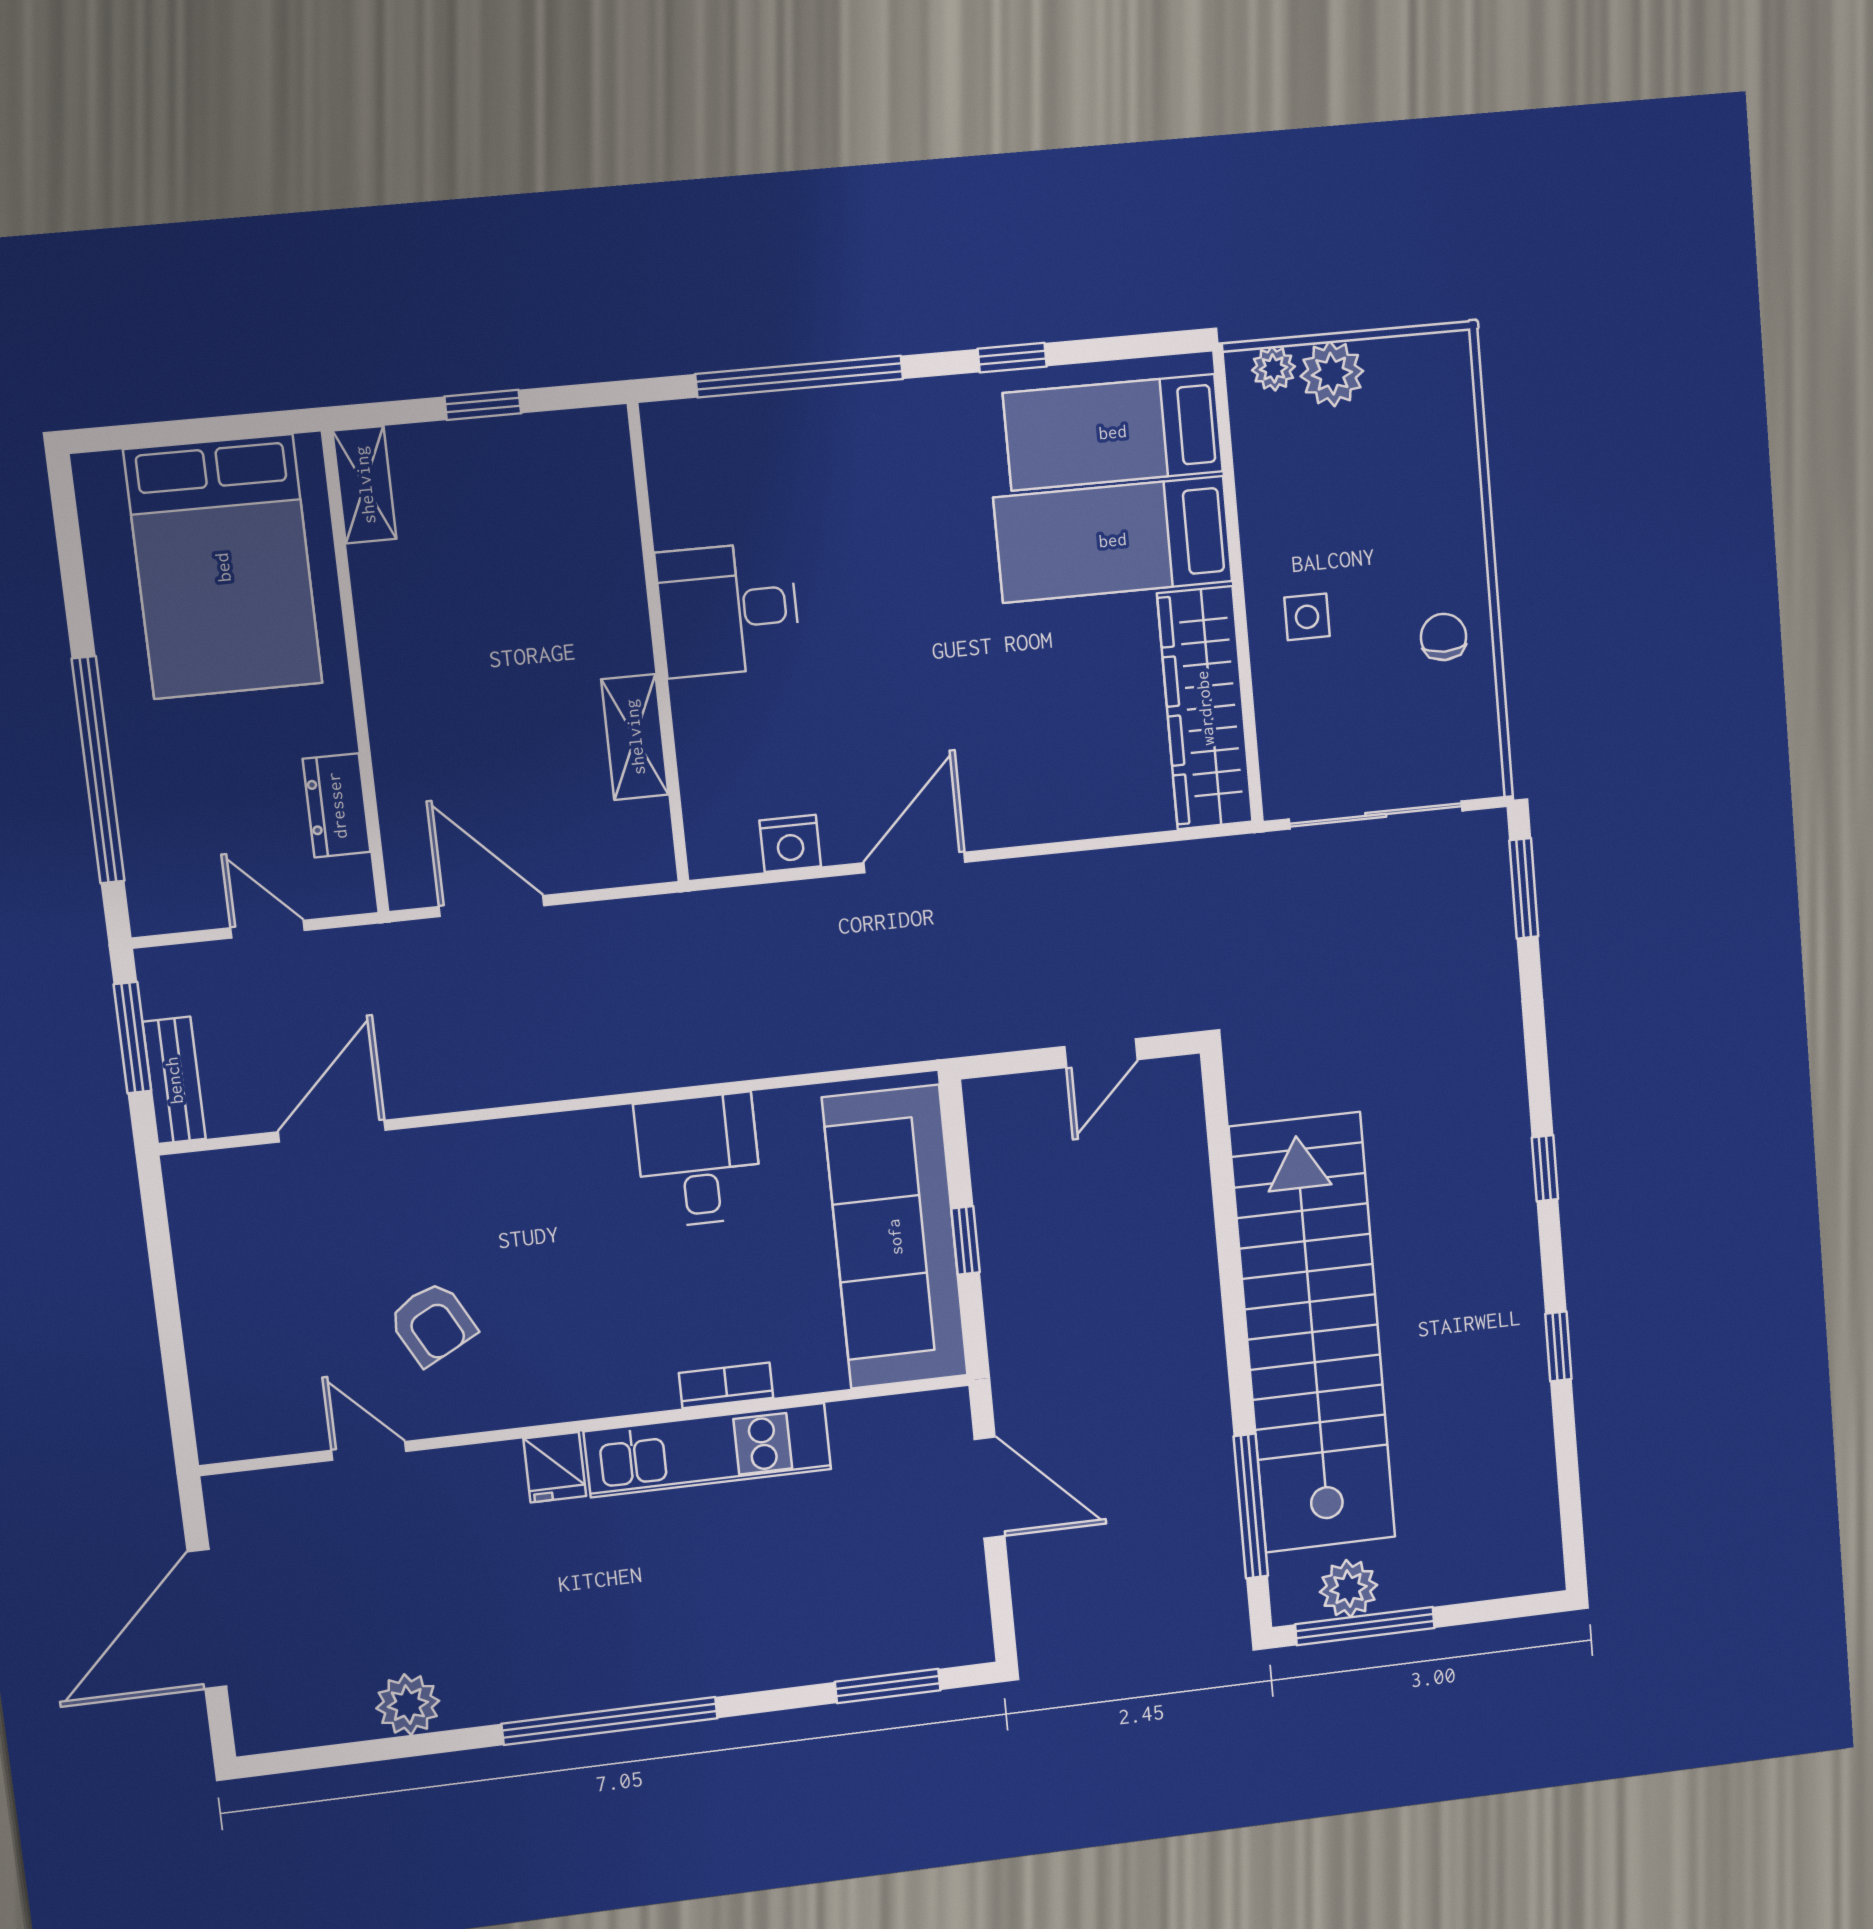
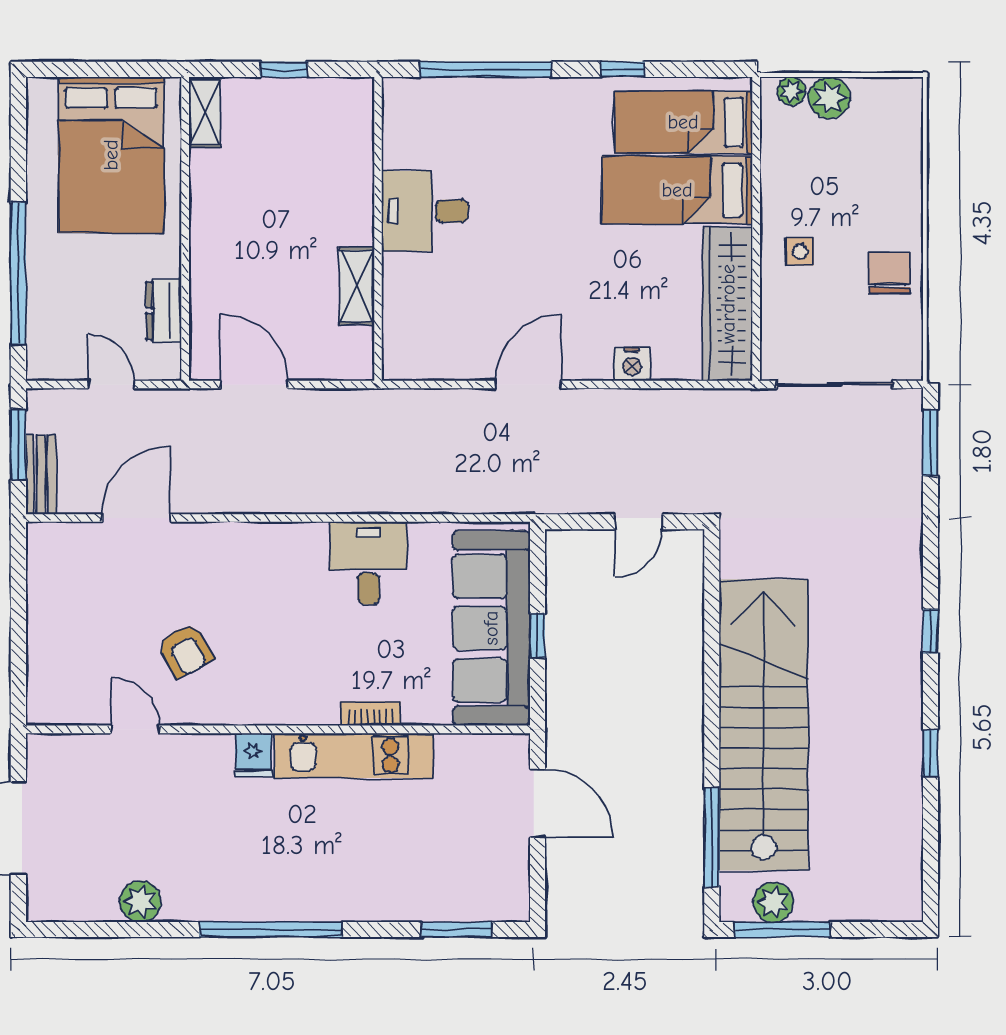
chair: (1444, 637) -> (889, 273), width x1.37, depth x1.37
nightstand: (790, 843) -> (632, 364), moved

